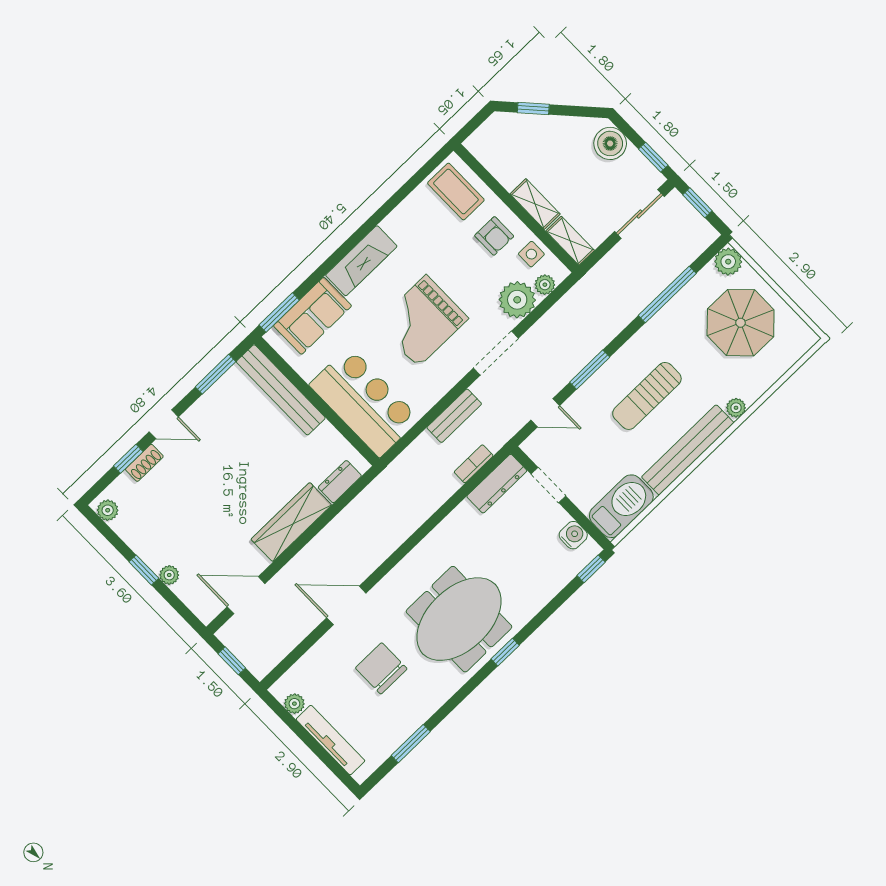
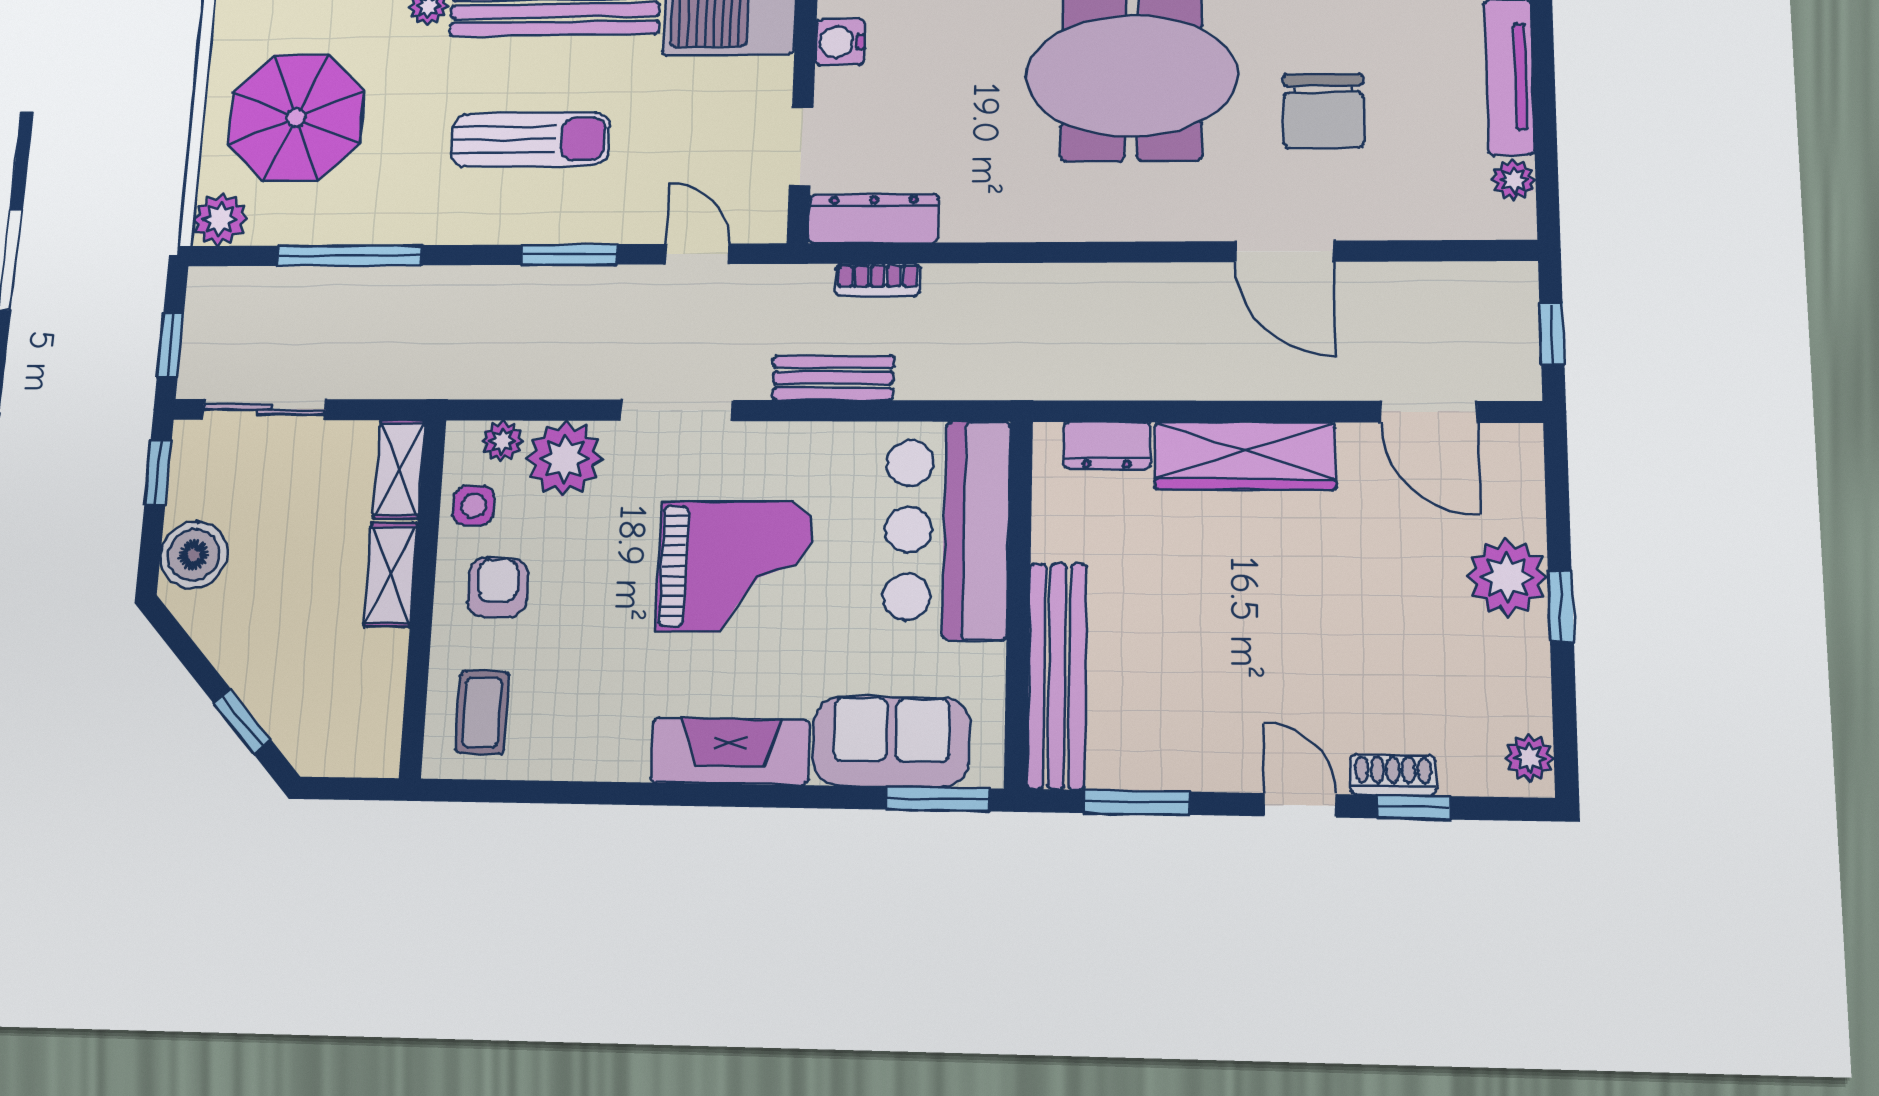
coffee table: (456, 192) -> (482, 712), width x0.73, depth x0.77
plant: (169, 575) -> (1507, 577), width x1.88, depth x1.88

